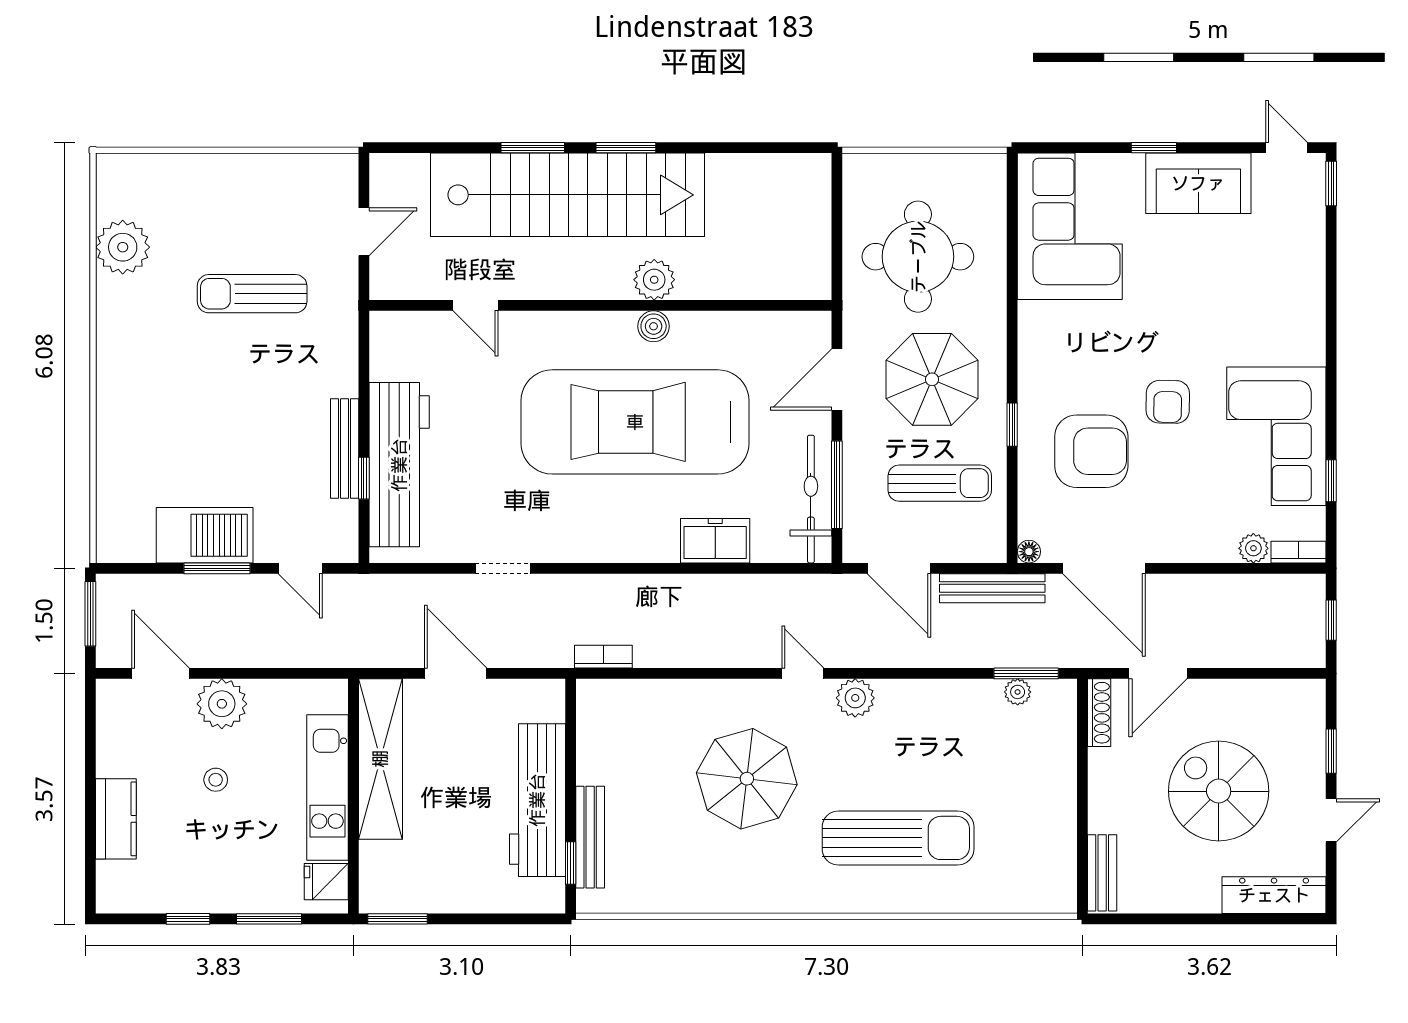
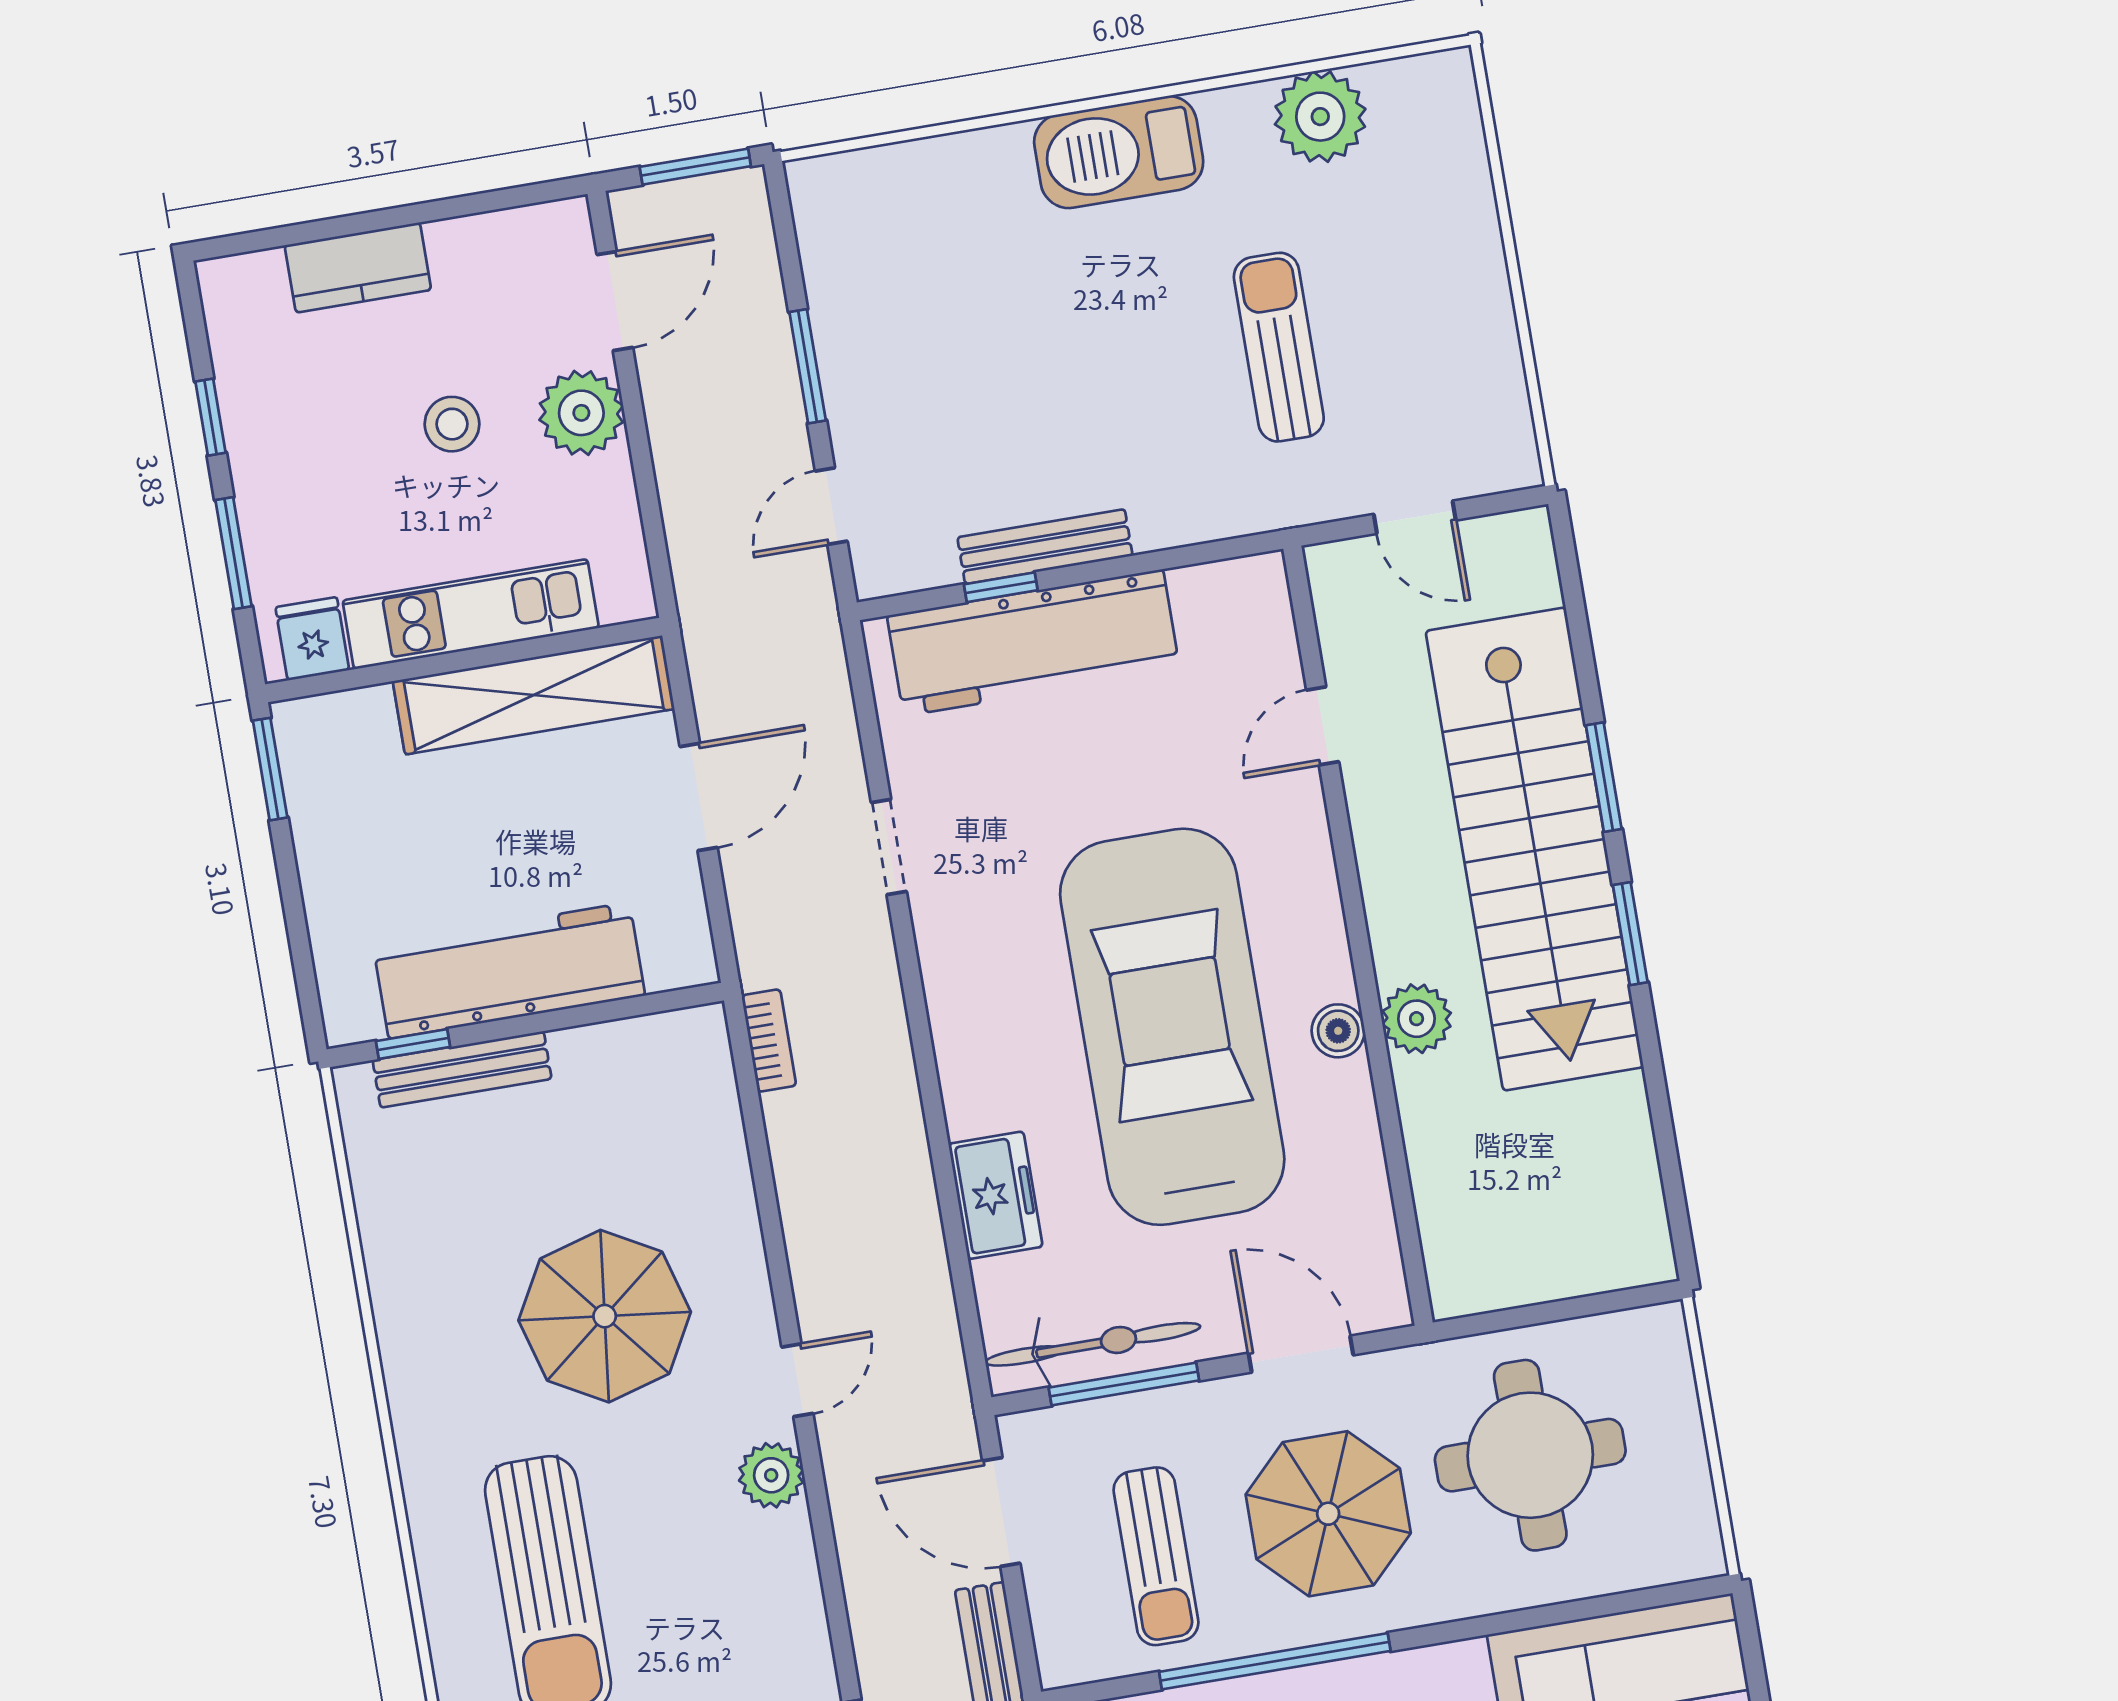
window: (1012, 425) -> (1275, 1661), width x3.17
barbecue: (205, 535) -> (1119, 152), moved, turned 90
door: (899, 568) -> (1001, 1512), hinge flipped
stool: (216, 780) -> (452, 424), width x1.37, depth x1.37

